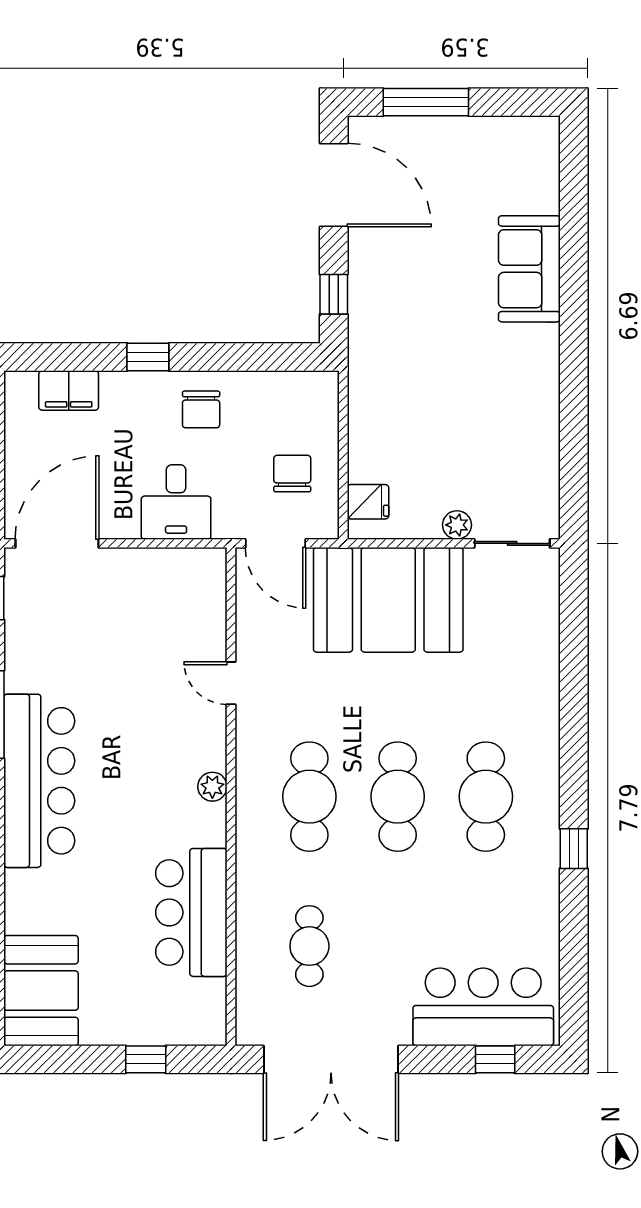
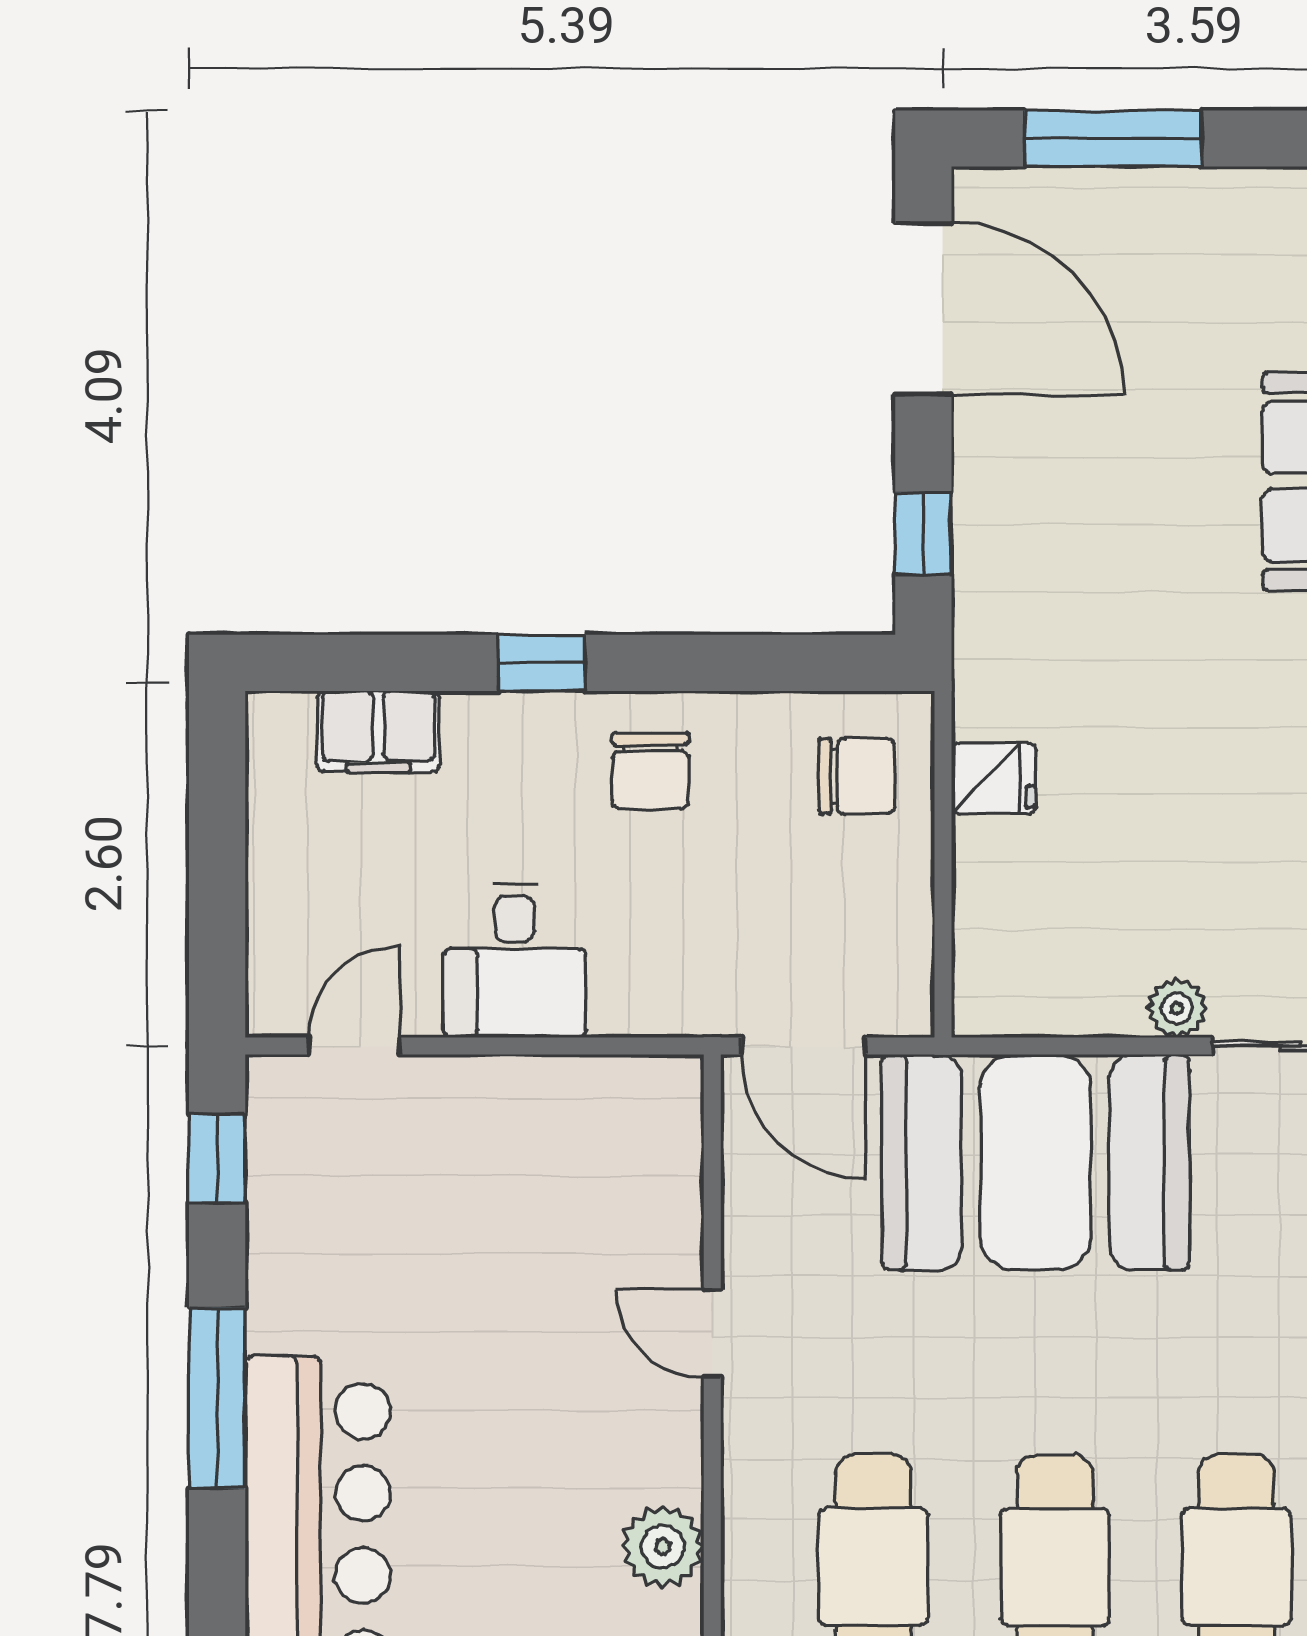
chair: (292, 474) -> (857, 776), moved, turned 90
desk: (176, 502) -> (515, 961), moved
fridge: (368, 502) -> (994, 778), moved
door: (57, 543) -> (354, 1046), width x0.53
plant: (212, 787) -> (663, 1547), width x1.38, depth x1.38

